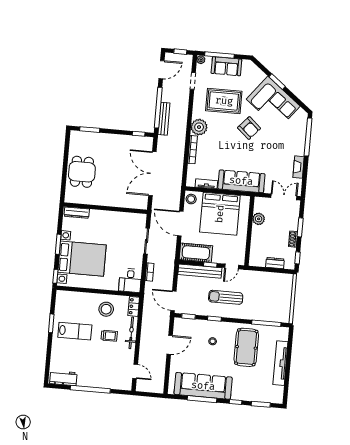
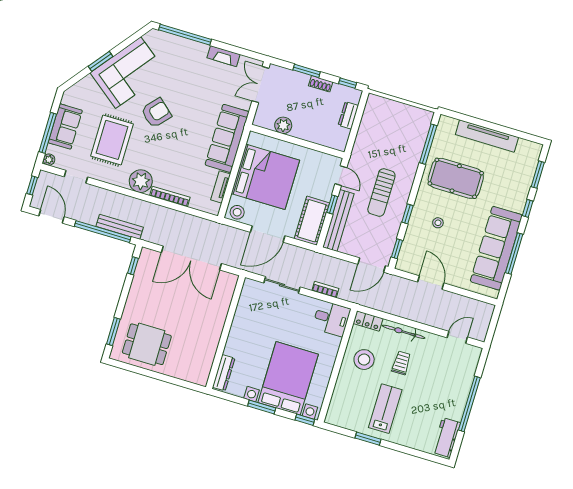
dining table: (82, 172) -> (147, 344), moved

